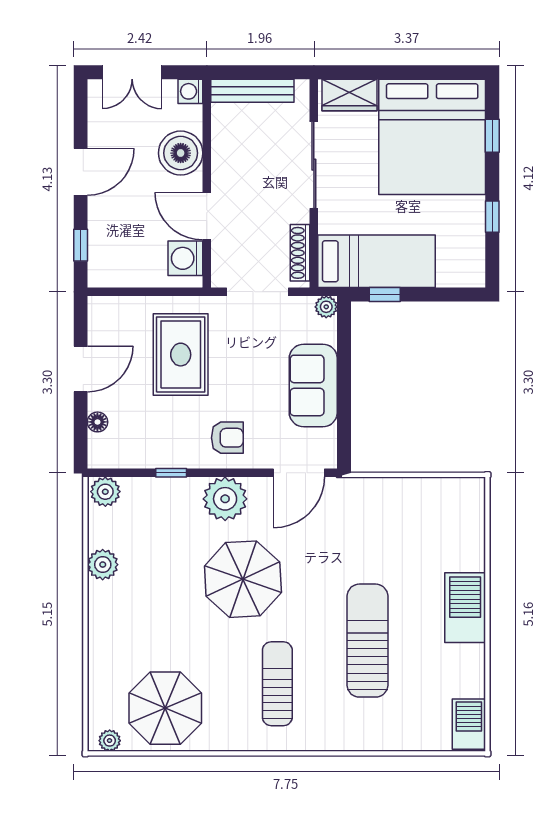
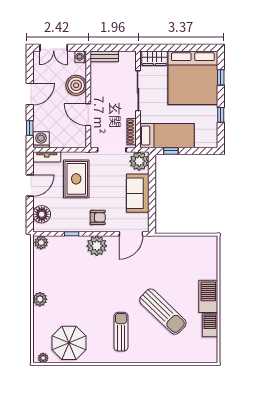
bench: (252, 91) -> (104, 56), width x0.73
washing machine: (185, 258) -> (41, 140), moved, turned 90
tv unit: (117, 307) -> (47, 157), added
plant: (326, 307) -> (139, 161), width x1.87, depth x1.87
floor lamp: (97, 422) -> (42, 214), width x1.89, depth x1.89
plant: (103, 565) -> (40, 299), moved
parasol: (243, 579) -> (105, 283), removed
sun lounger: (367, 641) -> (163, 312), turned 134
barbecue: (469, 724) -> (210, 325), moved

